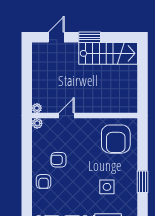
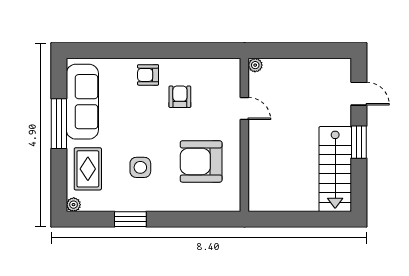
plant: (37, 123) -> (233, 66), removed
armchair: (116, 139) -> (201, 161), moved
window: (142, 182) -> (130, 219), moved

